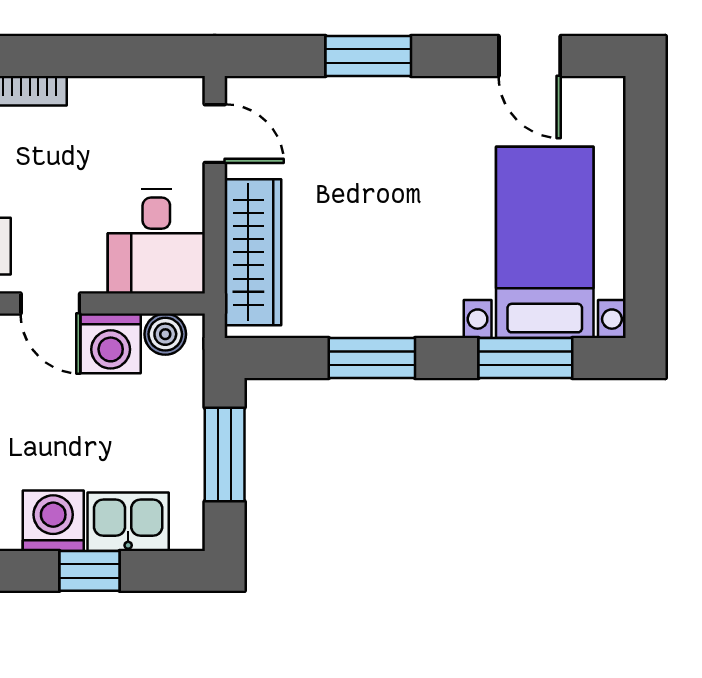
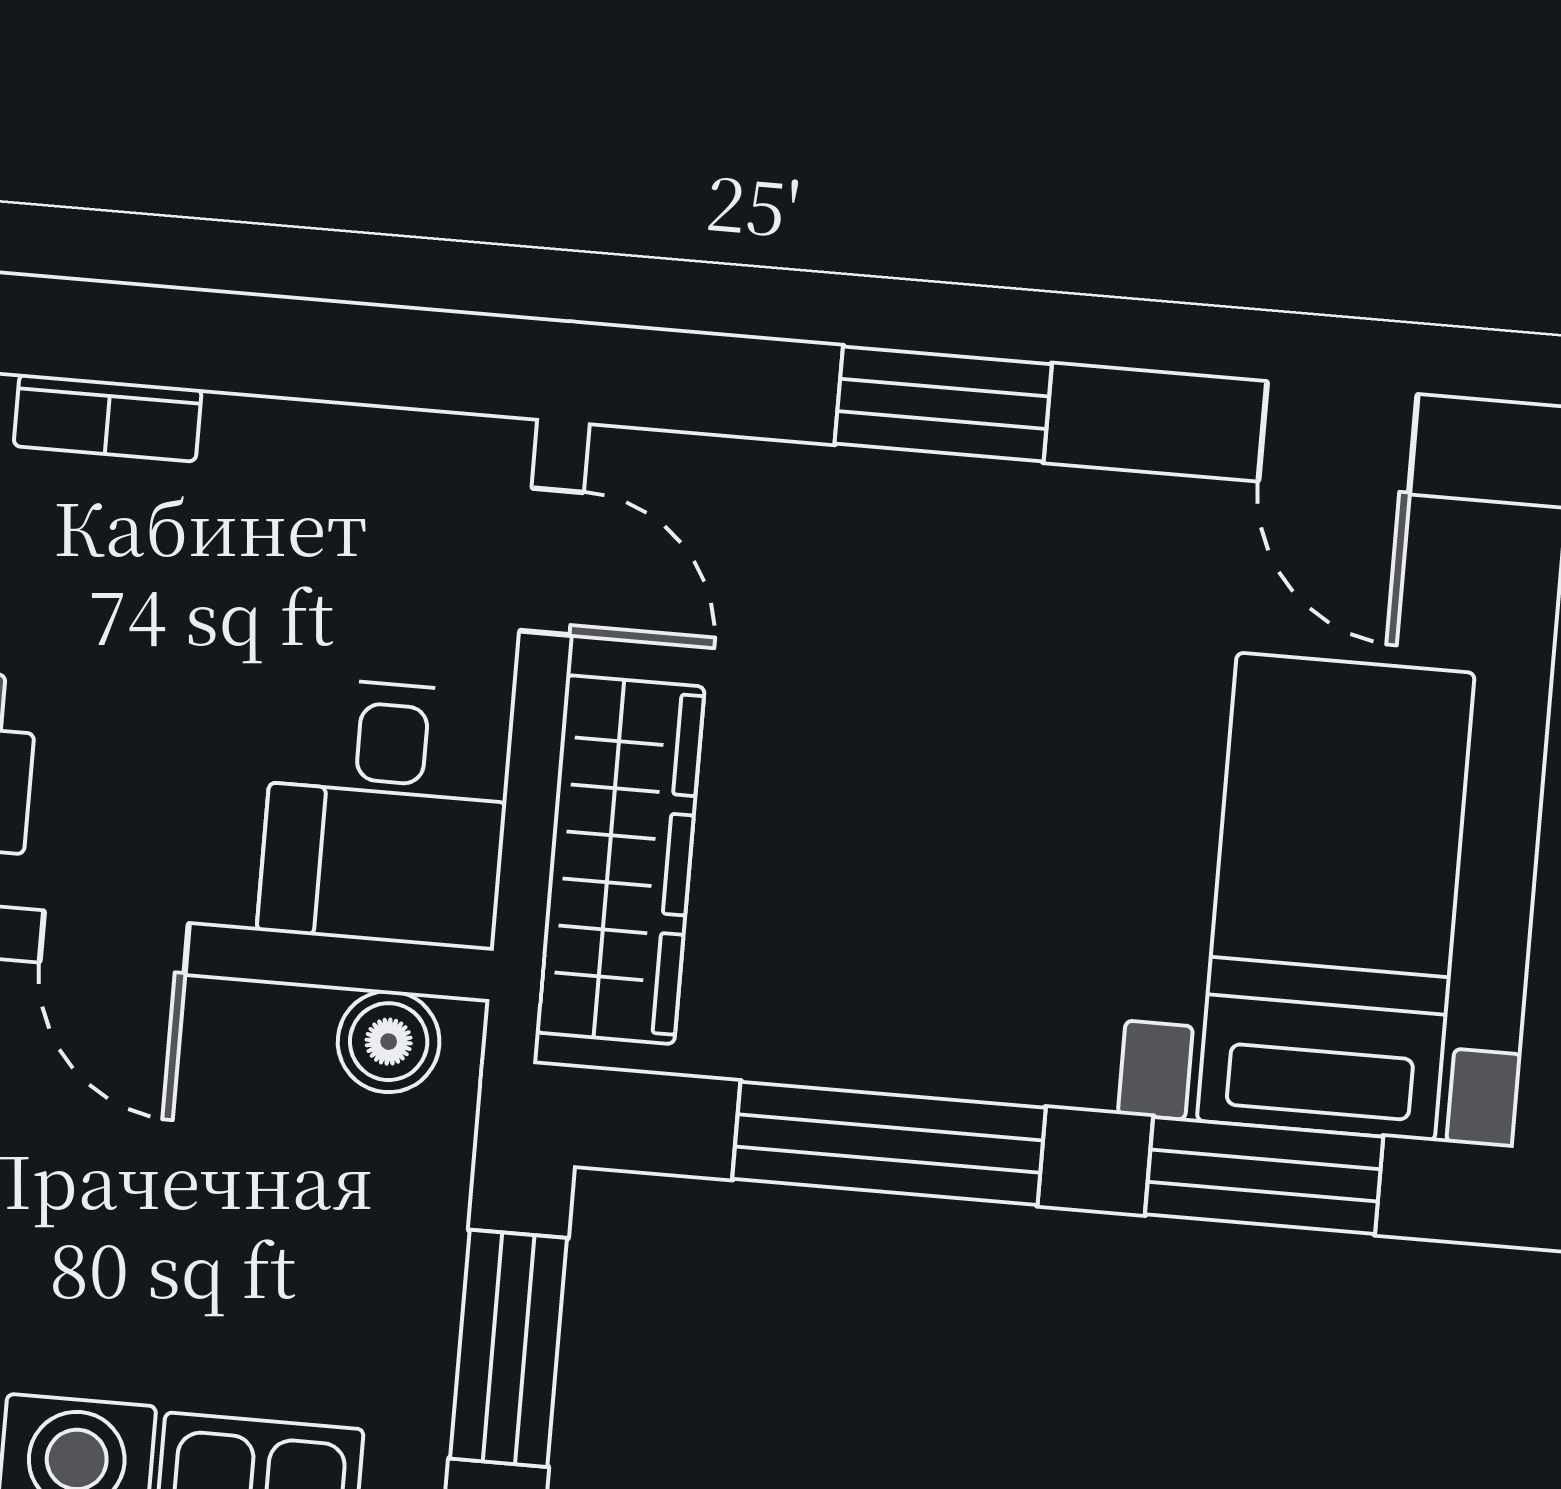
washing machine: (111, 343) -> (253, 1053), removed
window: (372, 358) -> (889, 1143), width x1.44

